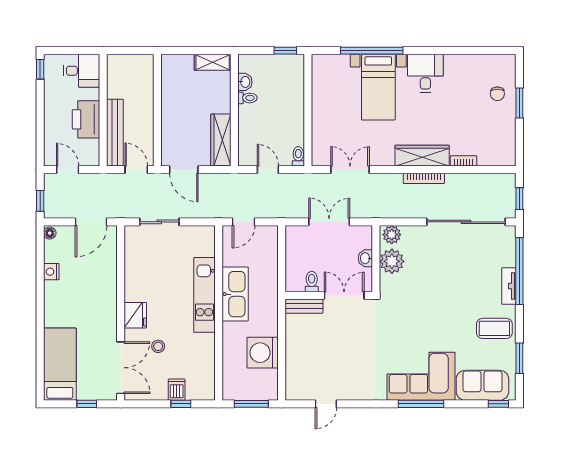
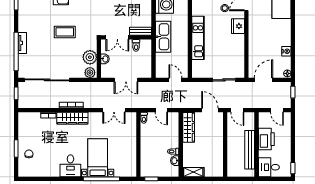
bench: (115, 133) -> (250, 150), moved
door: (244, 222) -> (175, 80), hinge flipped
kitchen sink: (235, 294) -> (163, 37), moved, turned 180
coffee table: (494, 328) -> (65, 32), moved

